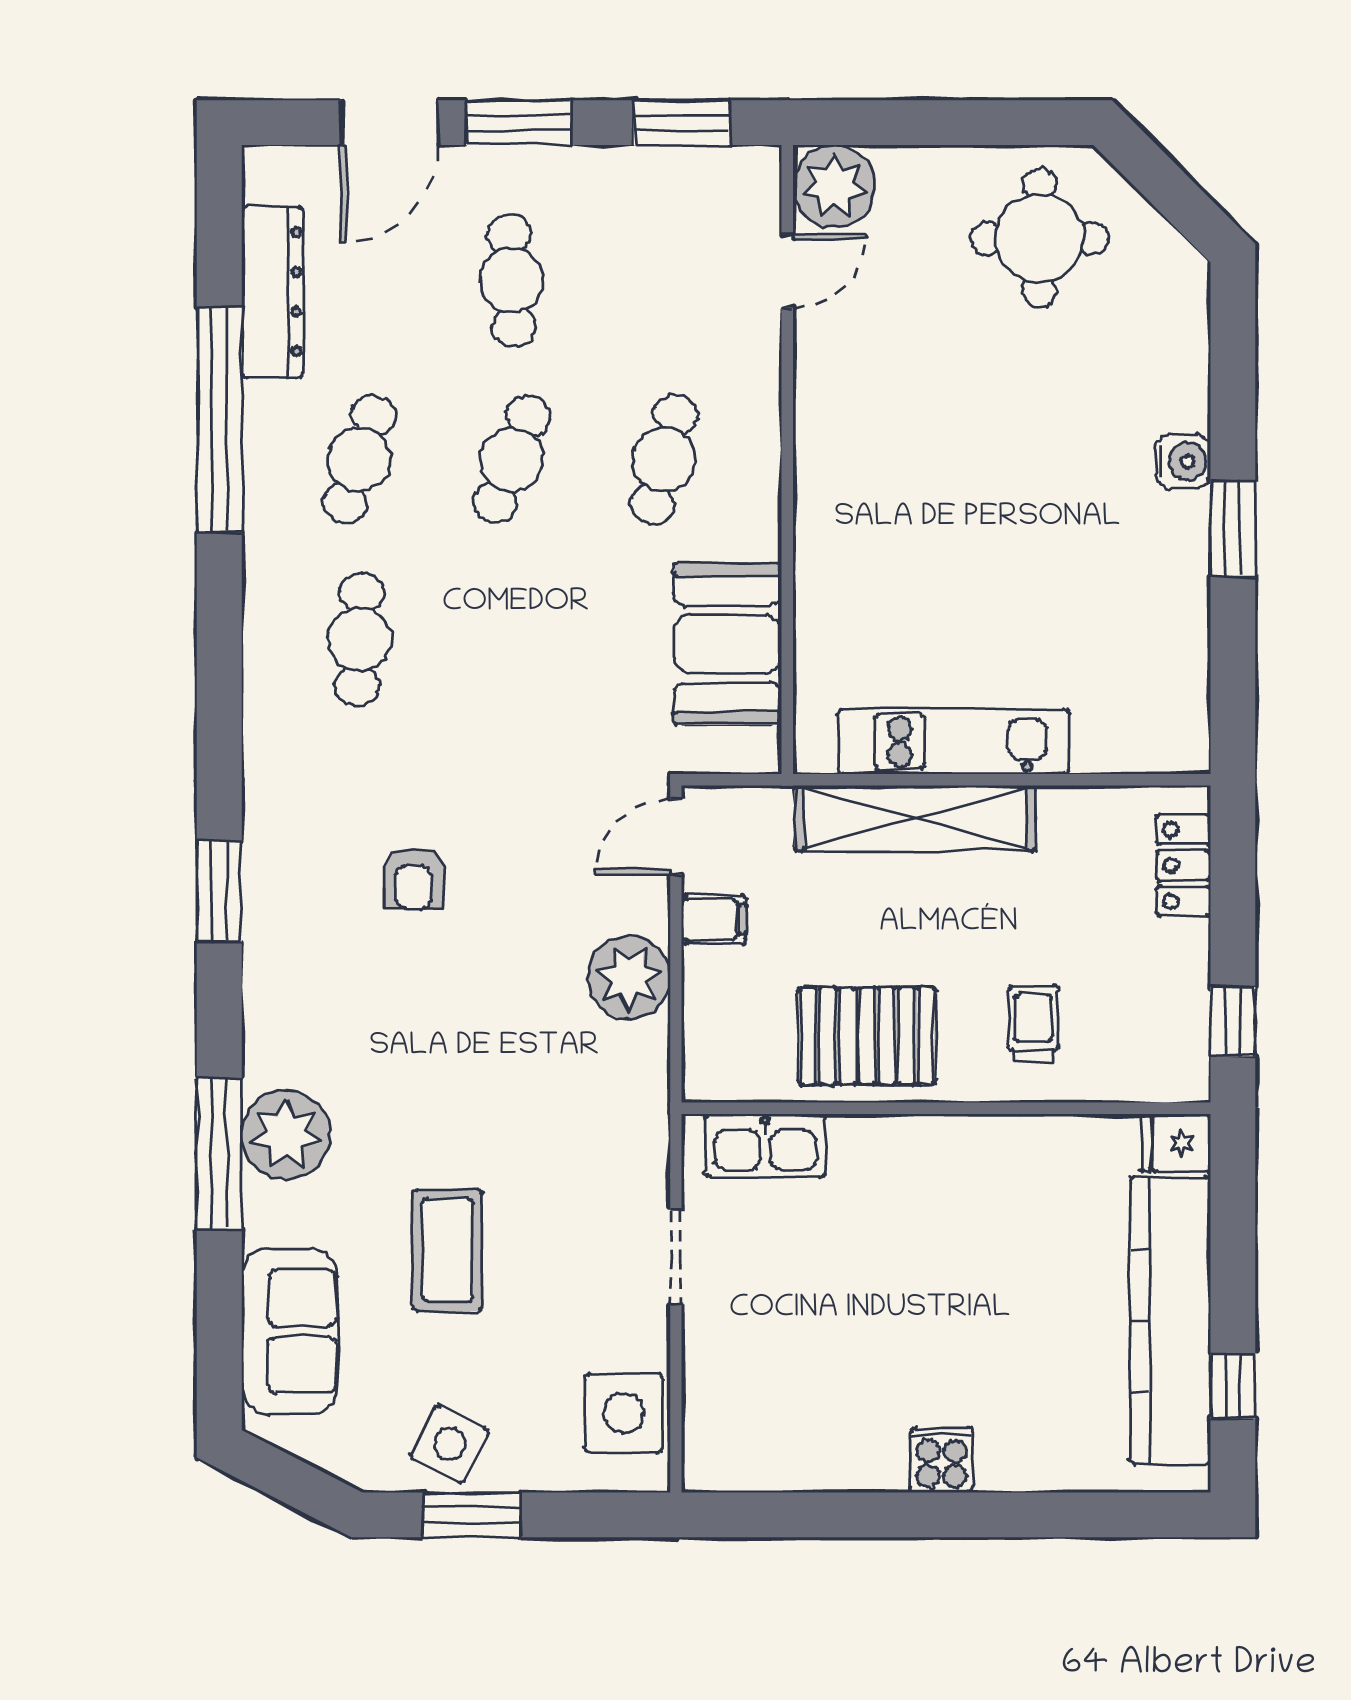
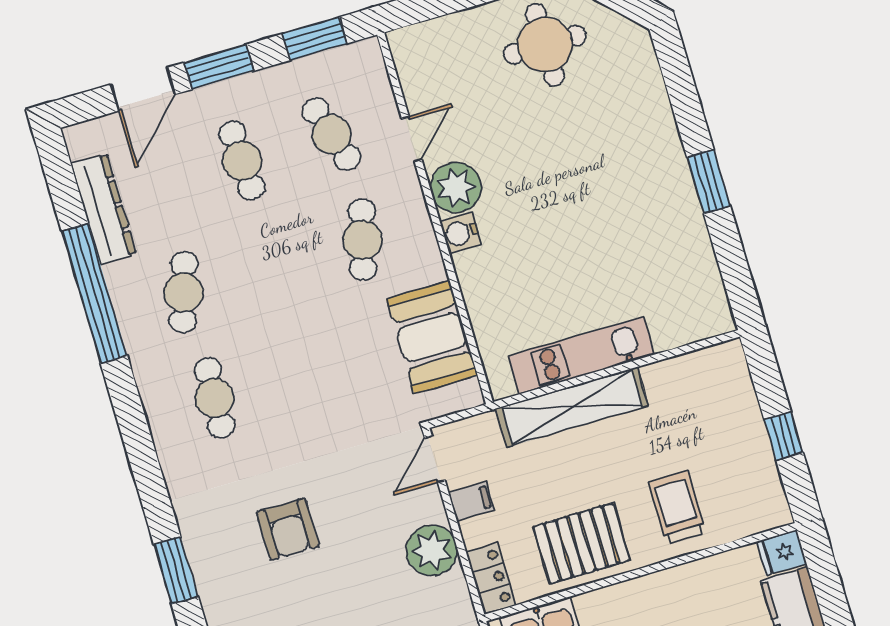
plant: (834, 186) -> (456, 188), moved
door: (787, 271) -> (412, 139), moved
cafe table: (512, 459) -> (332, 134), moved, turned -39
water cooler: (1183, 461) -> (460, 233), moved, turned 180
locker: (1183, 866) -> (491, 578), moved, turned 180
armchair: (414, 878) -> (288, 529), width x1.38, depth x1.38
window: (1233, 1022) -> (784, 436), moved
trolley: (1033, 1023) -> (677, 507), width x1.36, depth x1.39

